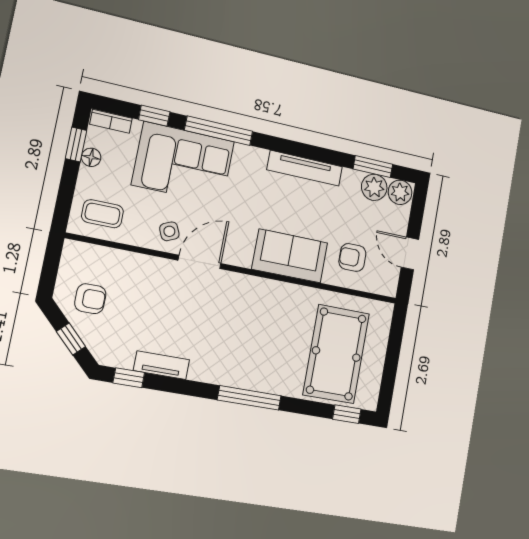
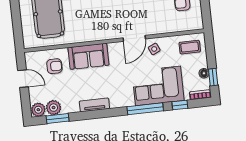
tv unit: (305, 168) -> (94, 105), width x0.71

